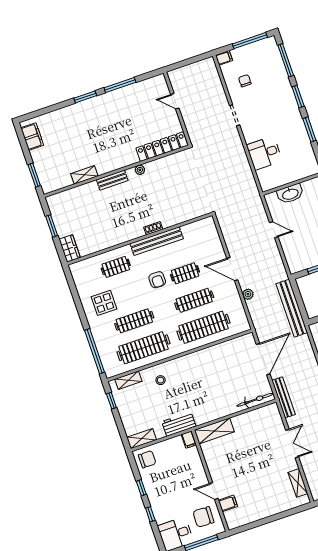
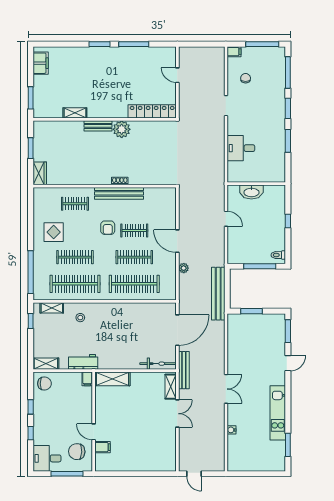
plant: (140, 170) -> (122, 129), width x1.87, depth x1.87
shelving: (298, 483) -> (171, 387), moved

